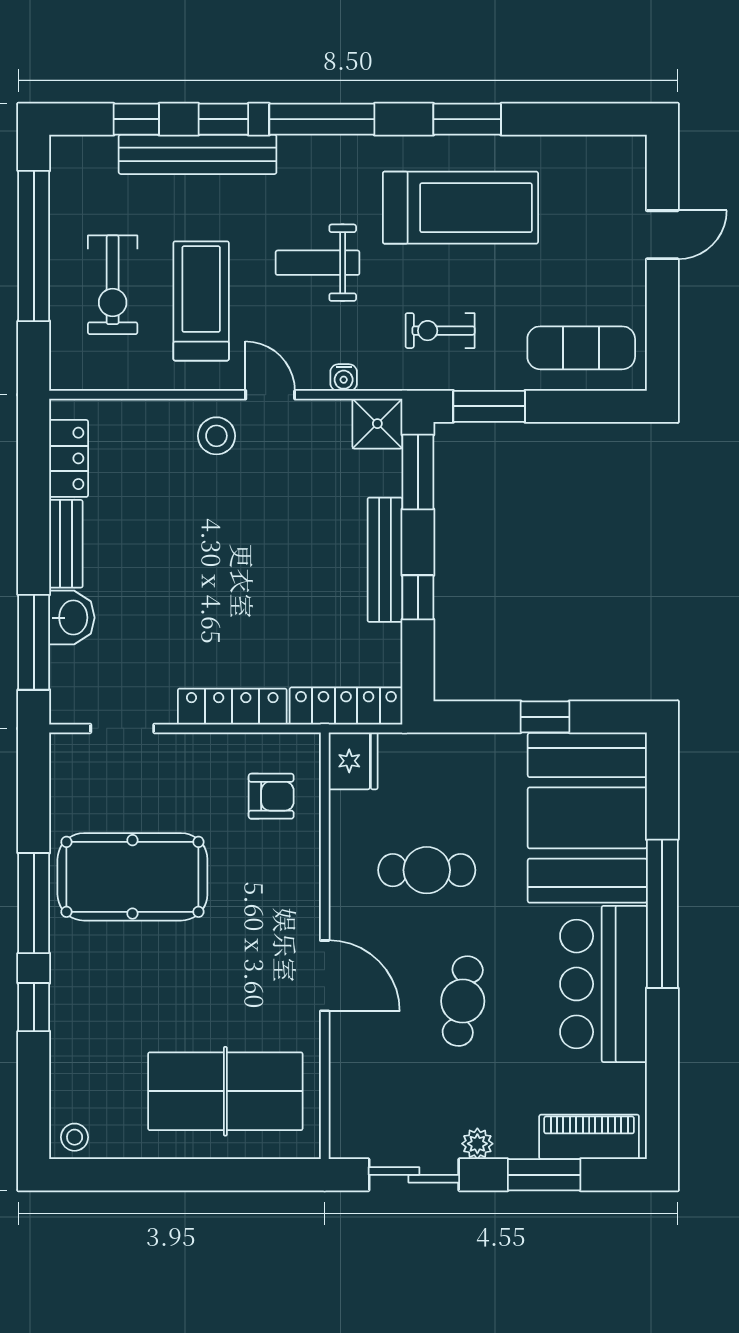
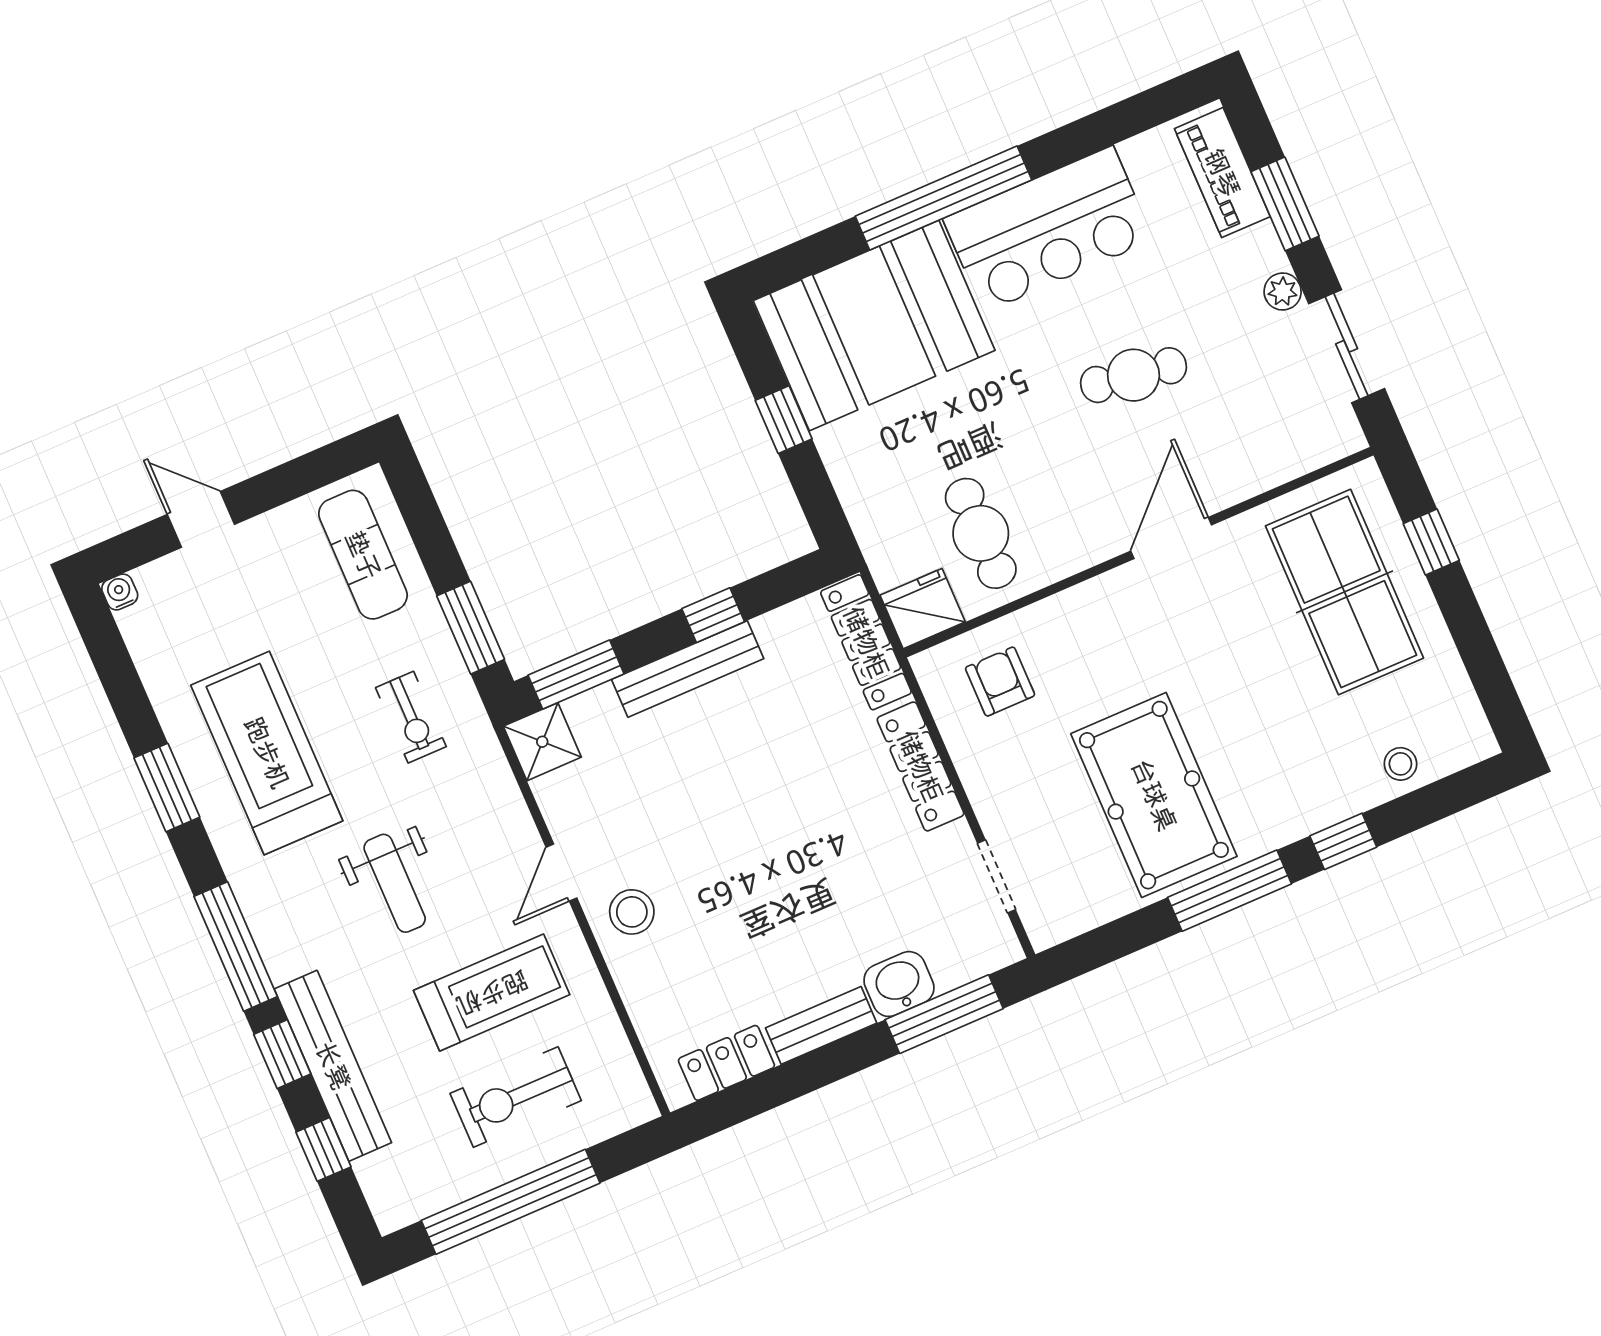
exercise bike: (113, 285) -> (516, 1097), turned 180
treadmill: (201, 301) -> (492, 993), turned 180
water cooler: (344, 378) -> (120, 592), moved, turned -90
cafe table: (427, 870) -> (981, 533), moved
stool: (75, 1137) -> (1400, 764), moved
window: (235, 1175) -> (1431, 542), added

